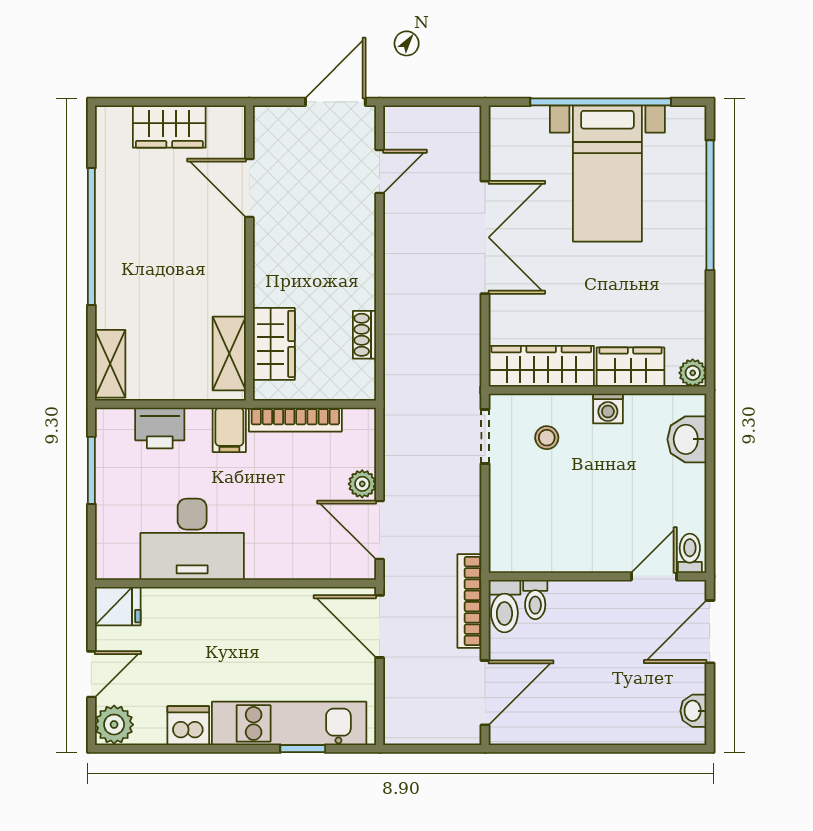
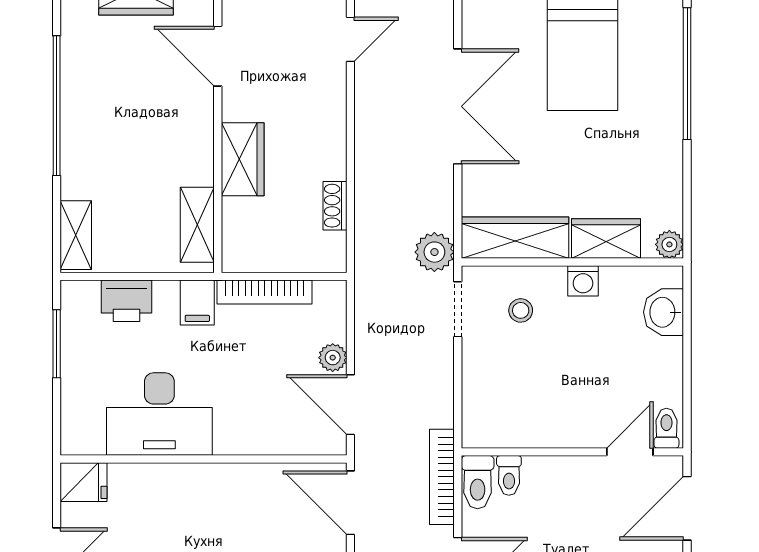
wardrobe: (274, 344) -> (243, 159), moved
plant: (462, 380) -> (434, 252), added

